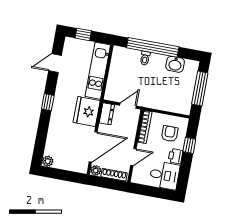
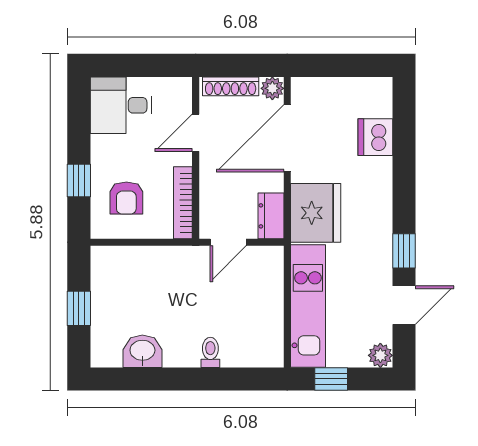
window: (83, 34) -> (331, 379), moved
window: (153, 47) -> (198, 379), removed
window: (200, 89) -> (79, 308), width x0.46
window: (48, 102) -> (404, 251), moved
dishwasher: (54, 140) -> (375, 137), added
printer: (176, 156) -> (104, 151), removed
plant: (48, 161) -> (380, 355), moved

